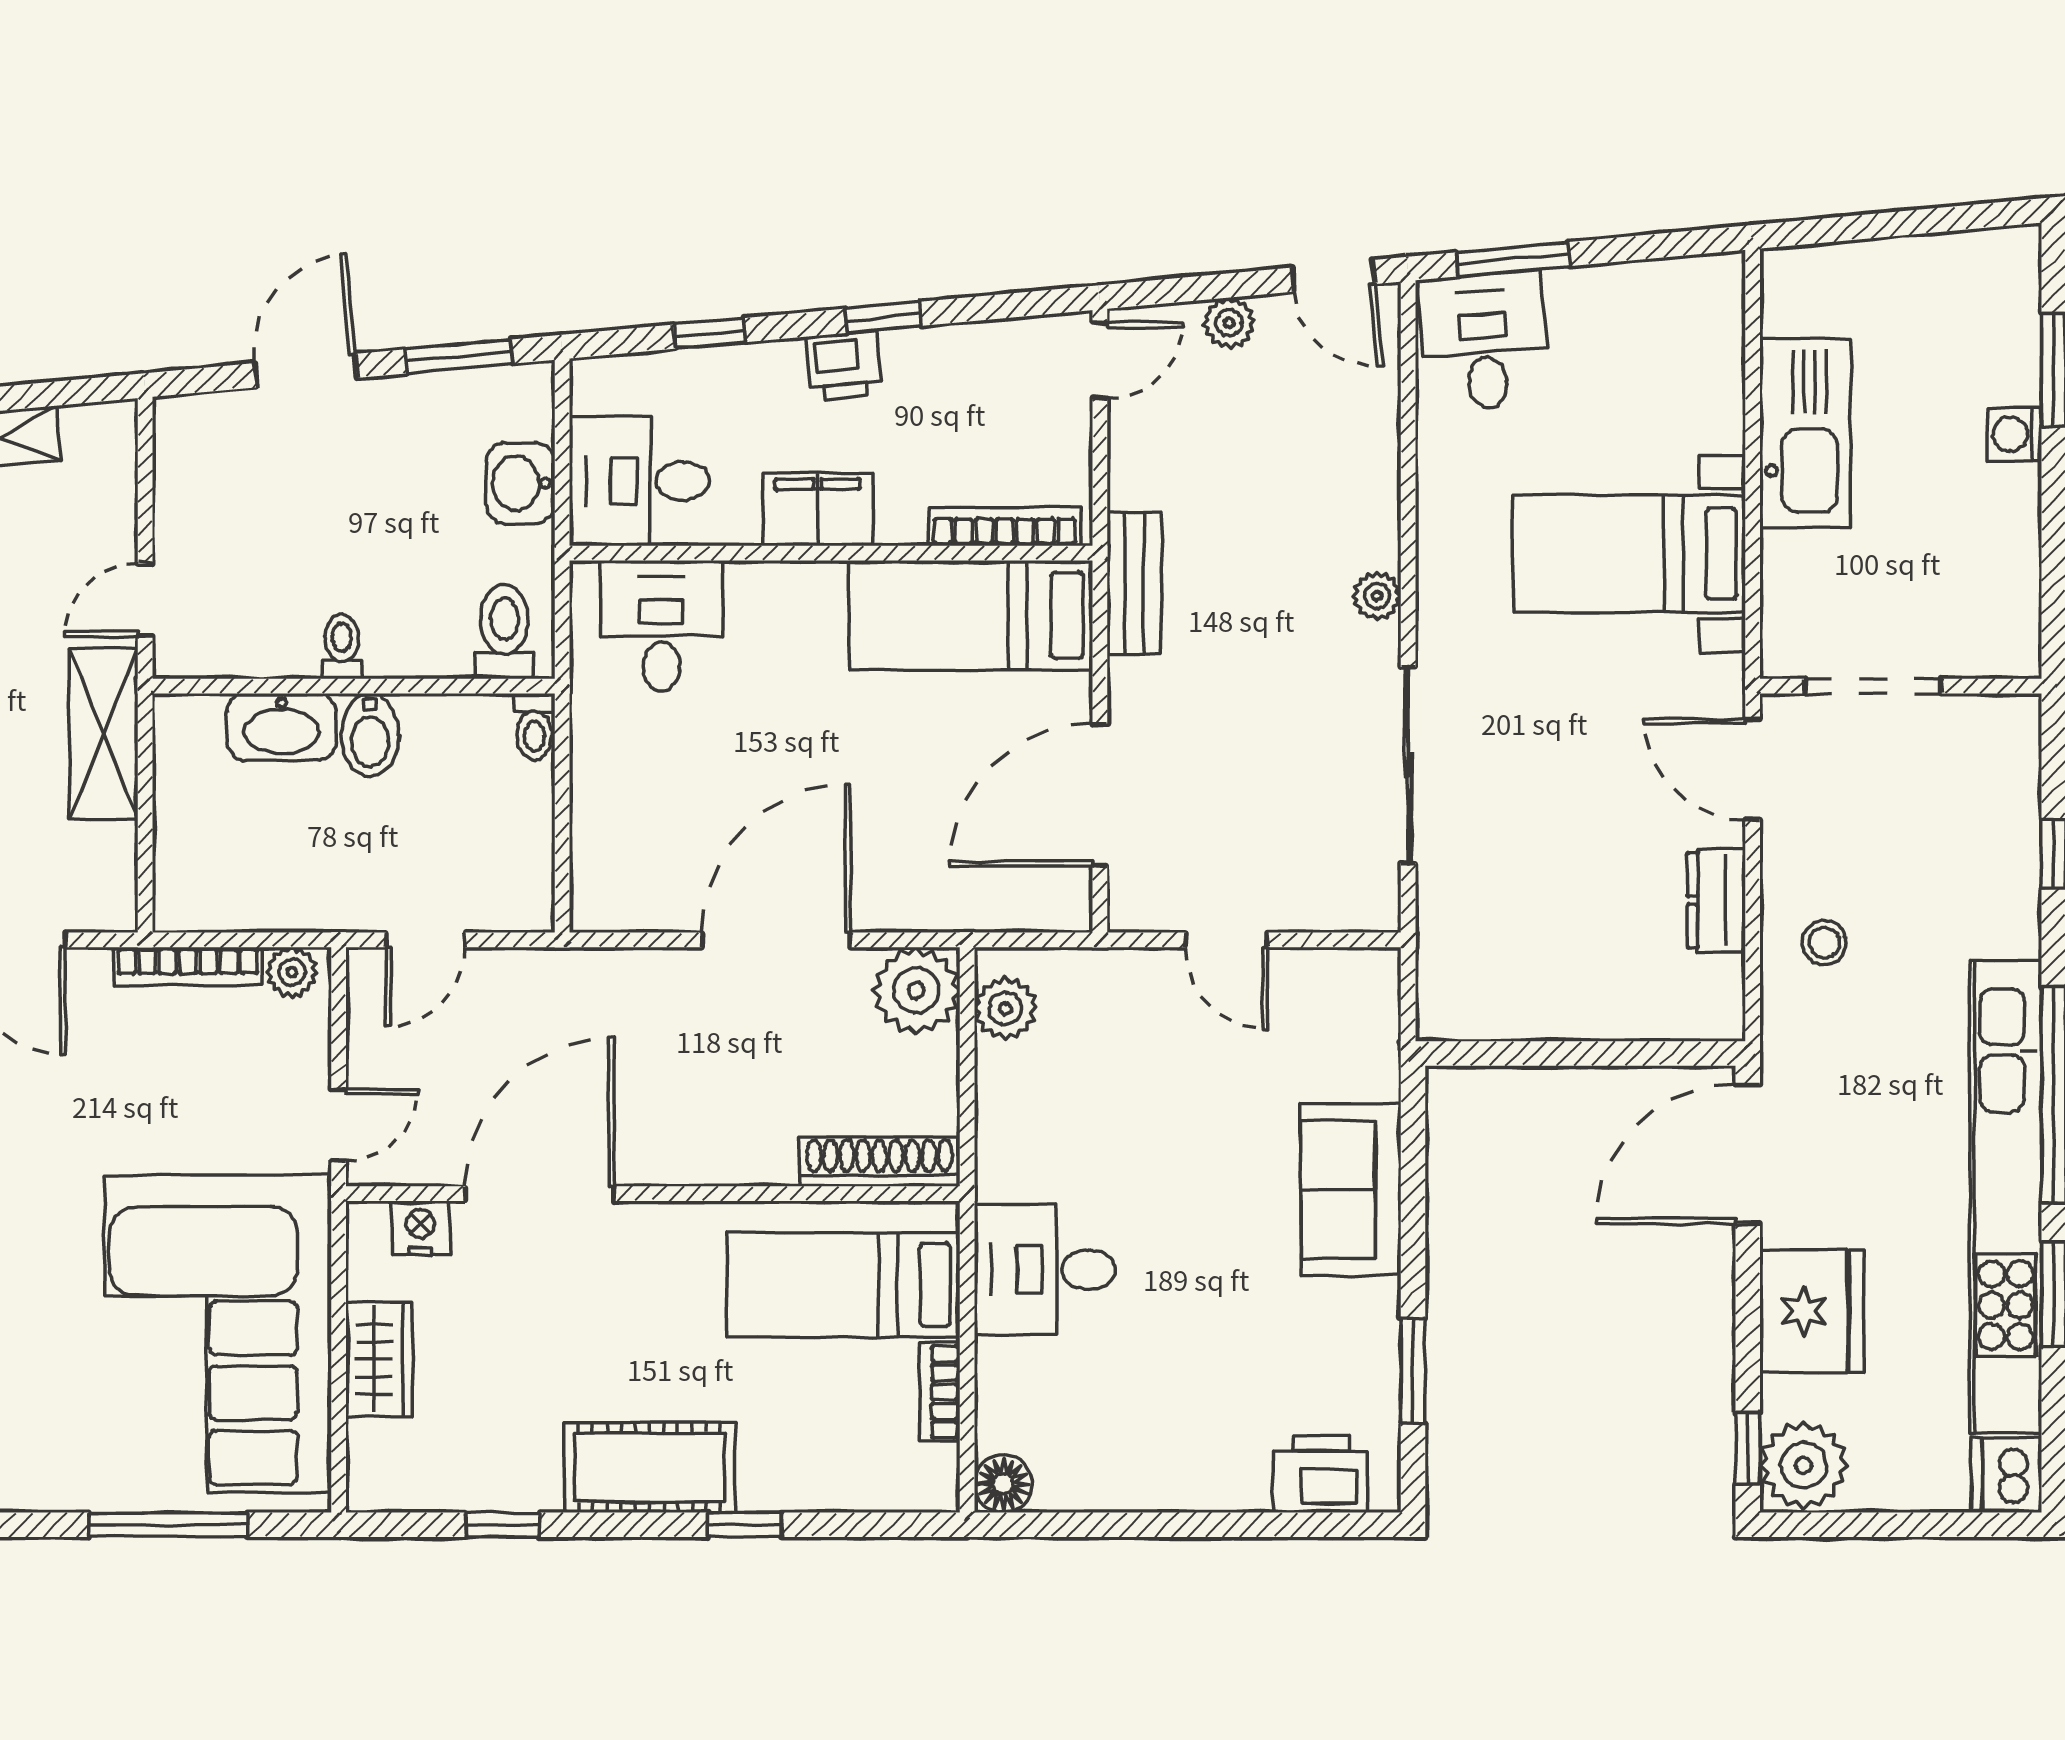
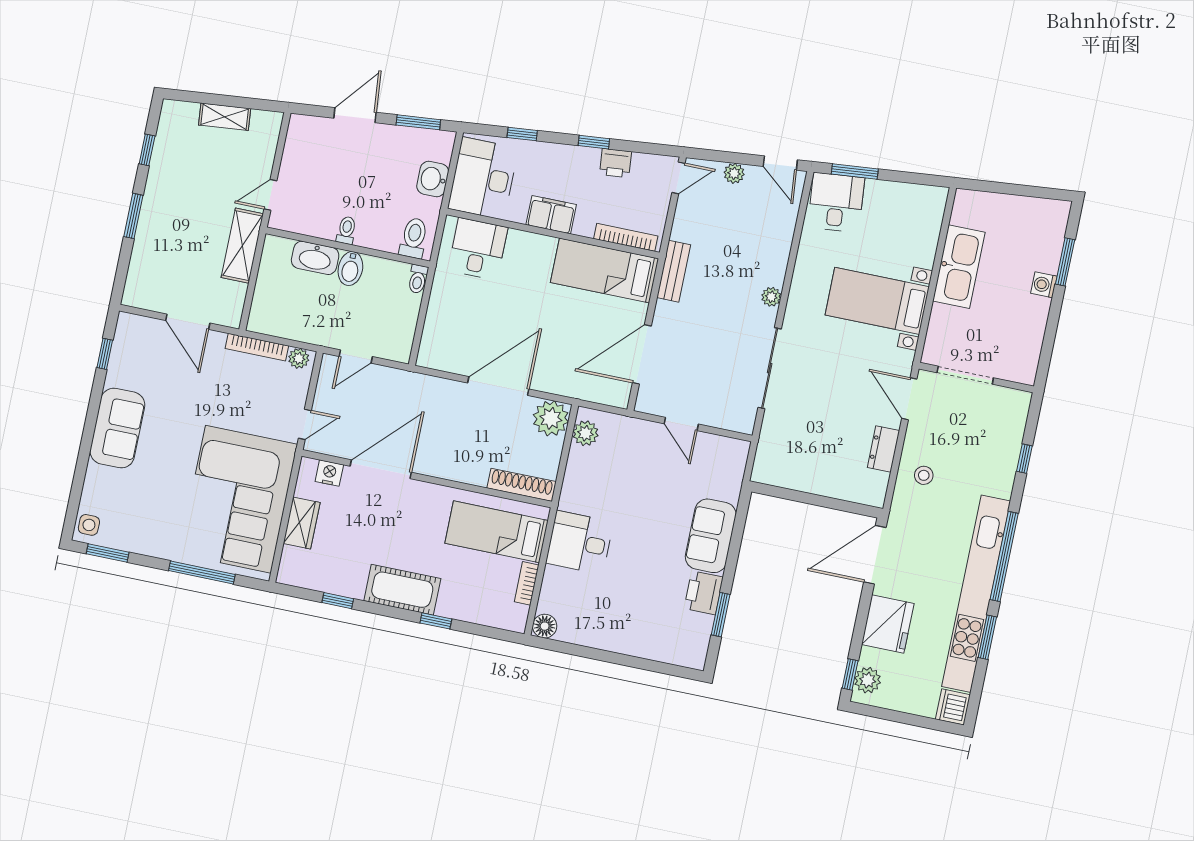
printer: (844, 365) -> (616, 163), moved
desk: (639, 481) -> (483, 178), width x1.37
plant: (1803, 1465) -> (868, 680), width x0.73, depth x0.73
printer: (1321, 1474) -> (704, 593), moved, turned -90

